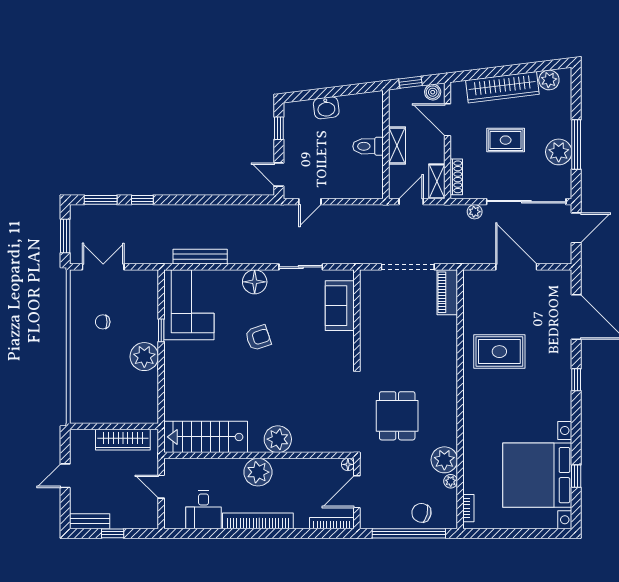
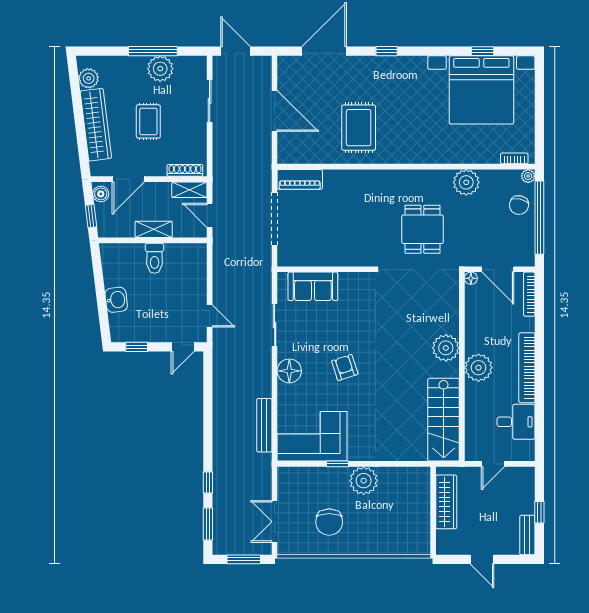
sliding door: (526, 202) -> (210, 101), width x0.54
plant: (475, 212) -> (220, 152), removed
door: (516, 267) -> (275, 111), swing flipped
chair: (103, 322) -> (329, 522), width x1.87, depth x1.87
dining table: (397, 416) -> (422, 229), turned 90
plant: (451, 481) -> (528, 176), moved

